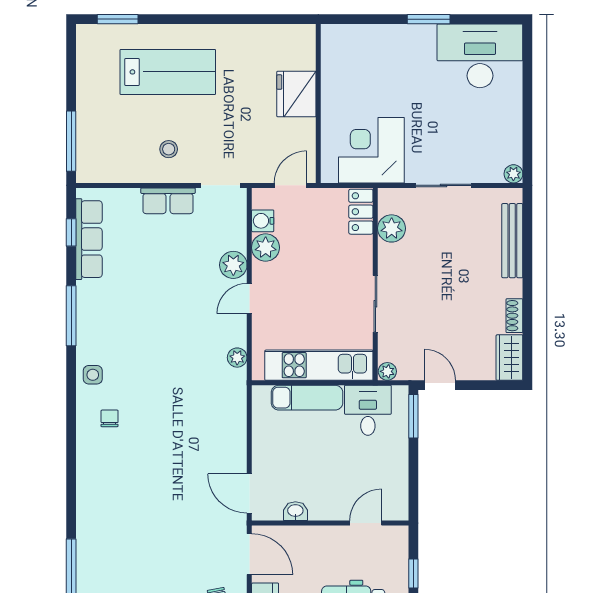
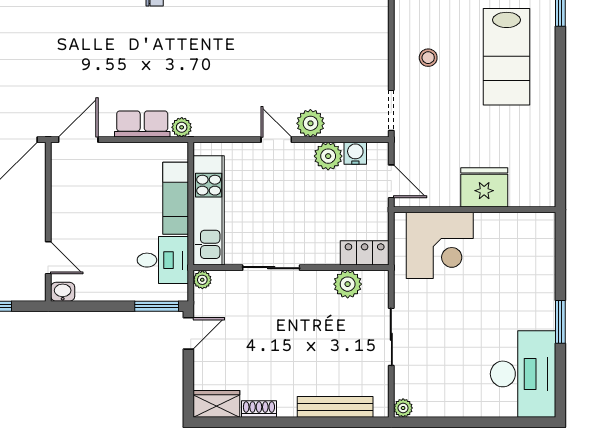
corner desk: (371, 150) -> (440, 245), moved, turned 90
row of seats: (168, 201) -> (142, 124), moved, turned 90
plant: (237, 358) -> (182, 127), moved
washbasin: (295, 511) -> (63, 292), moved, turned -90

